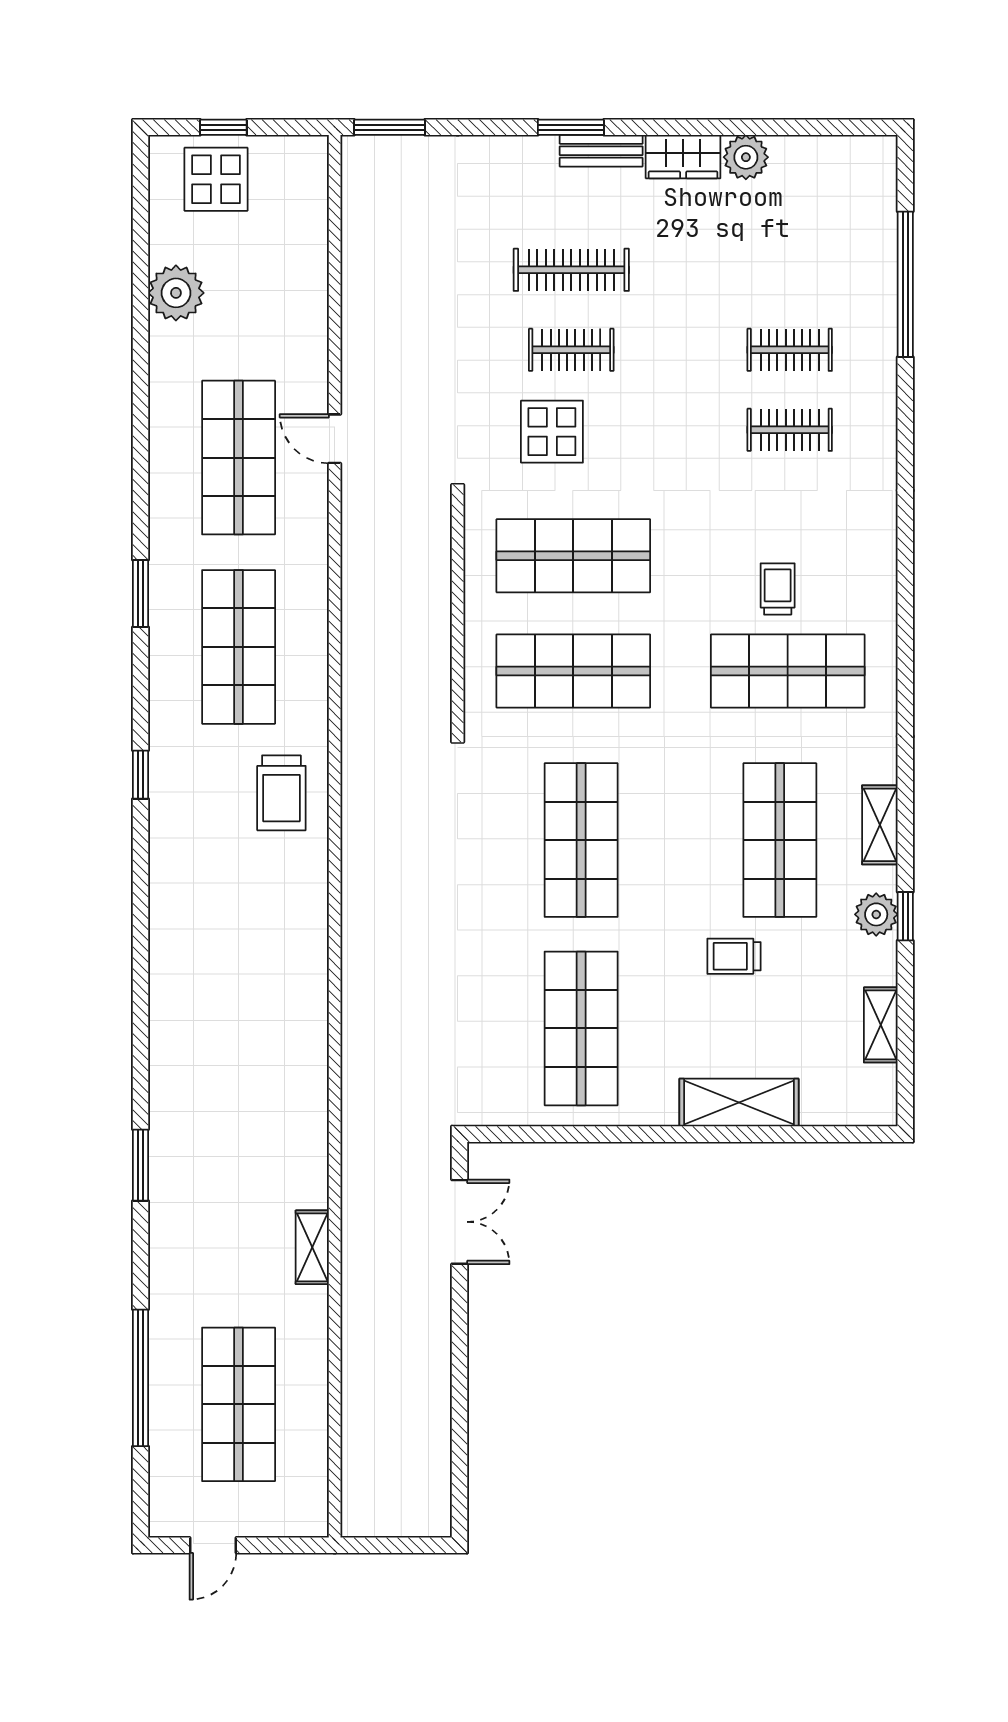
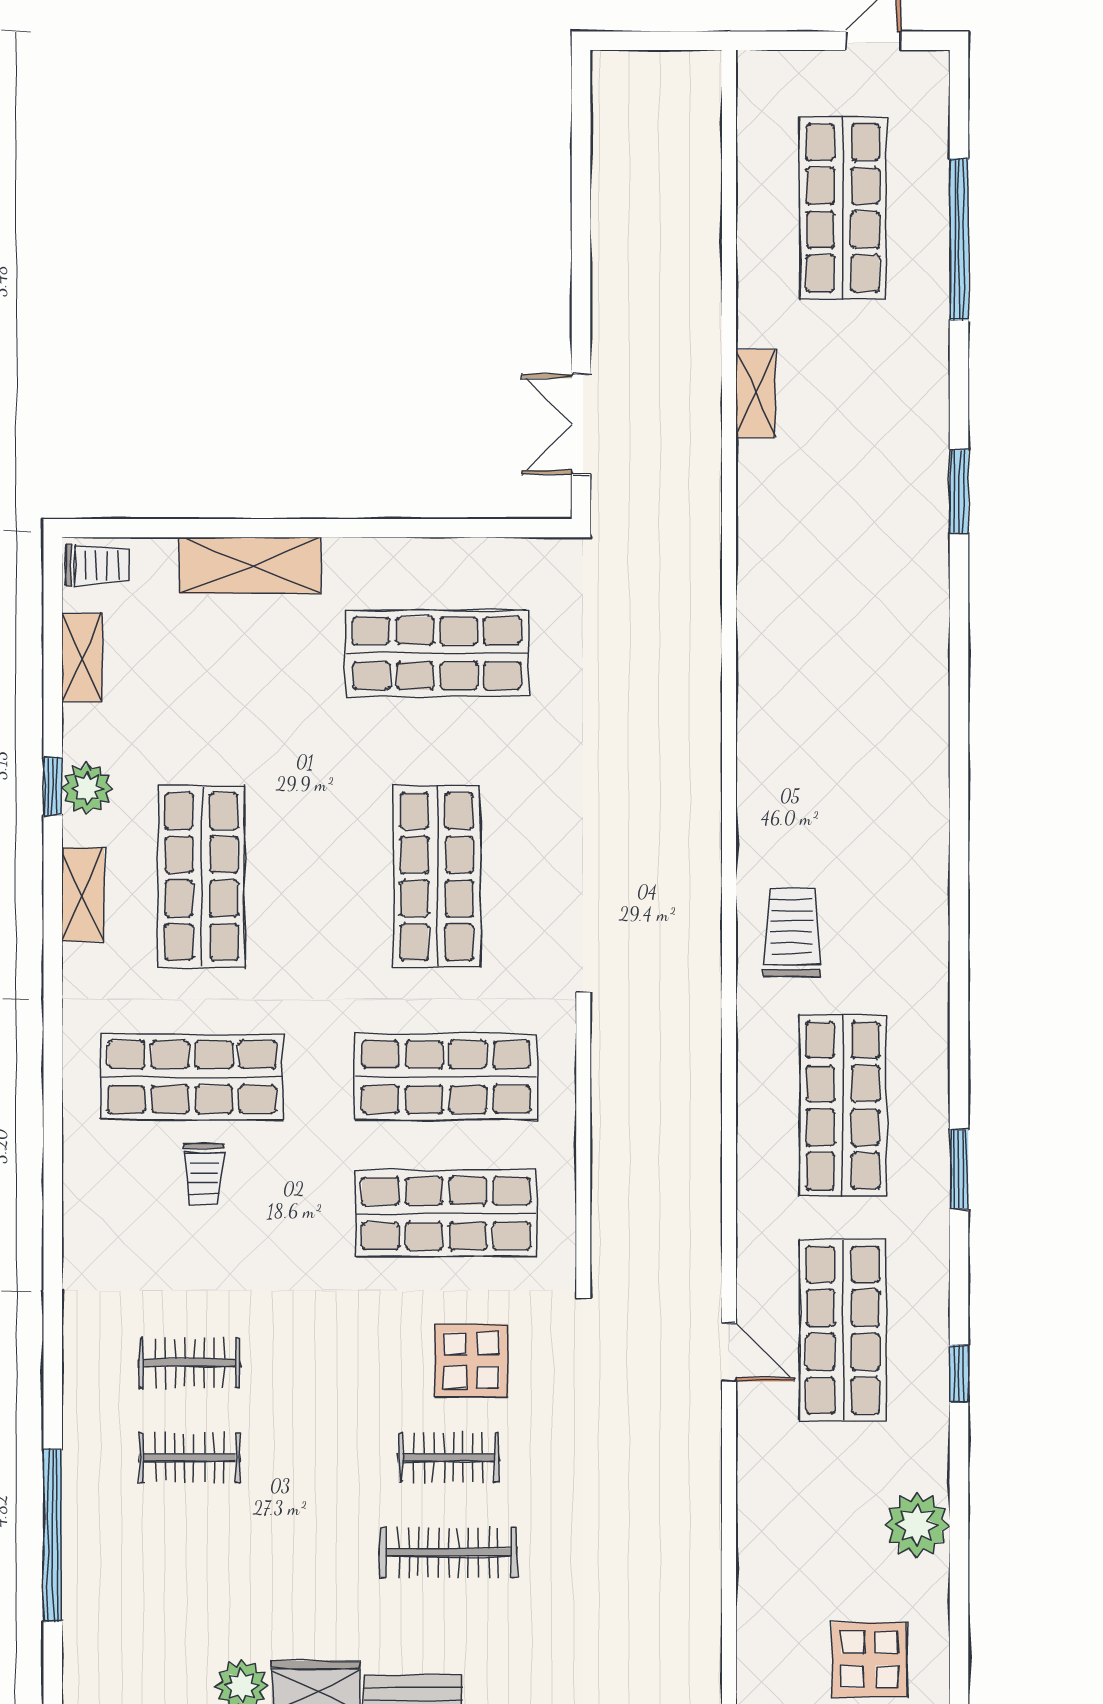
window: (141, 775) -> (959, 1374), moved
trolley: (734, 956) -> (97, 565), moved
shop shelf: (581, 1028) -> (437, 653), turned 90

